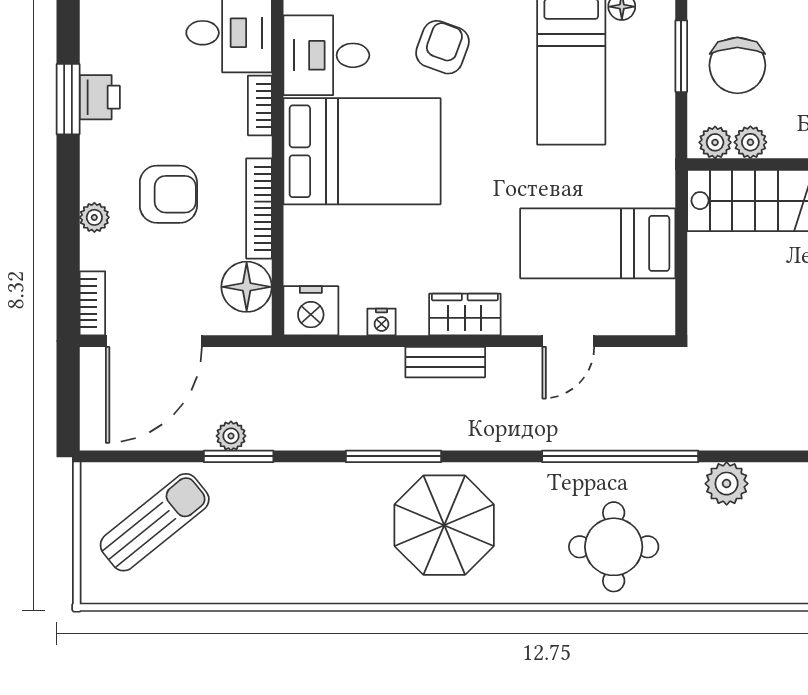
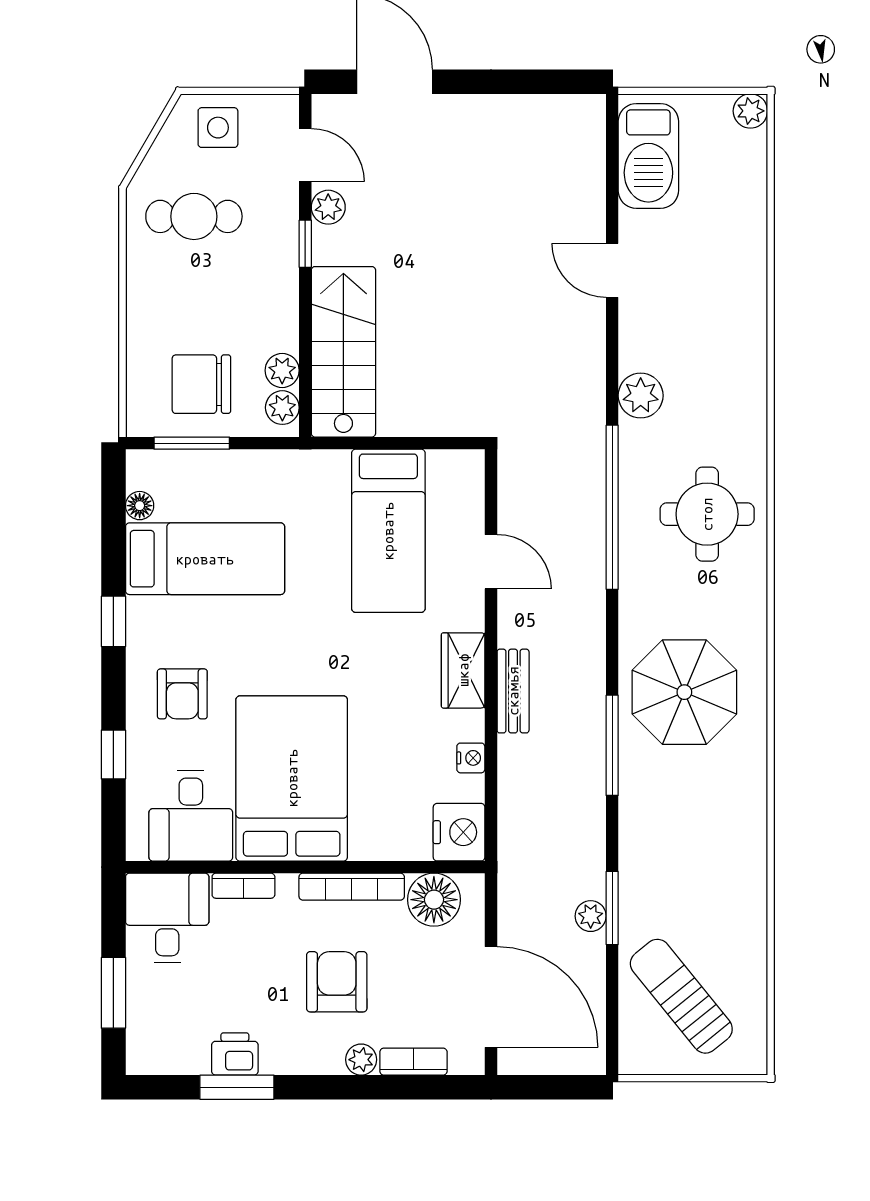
armchair: (442, 47) -> (182, 694), turned -110
chair: (737, 65) -> (201, 384), turned 180
bookcase: (92, 303) -> (413, 1062), moved

